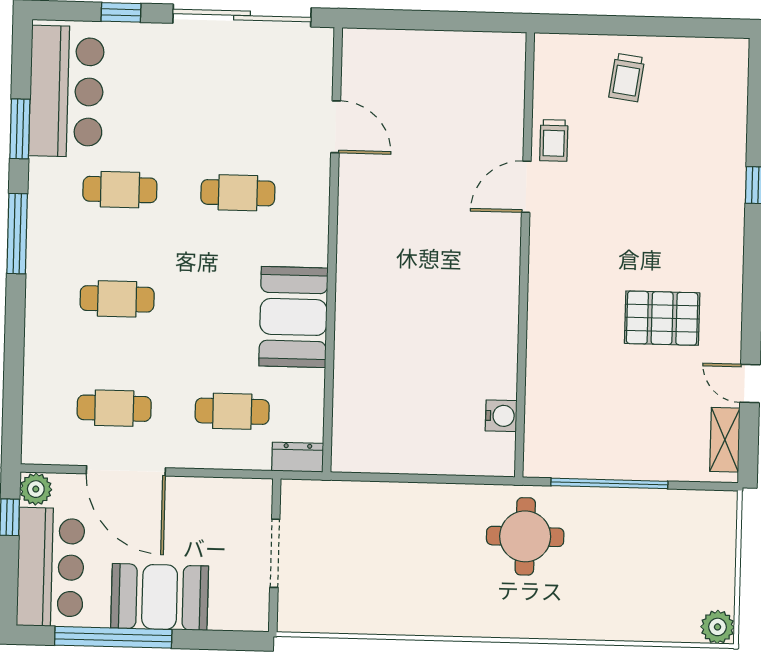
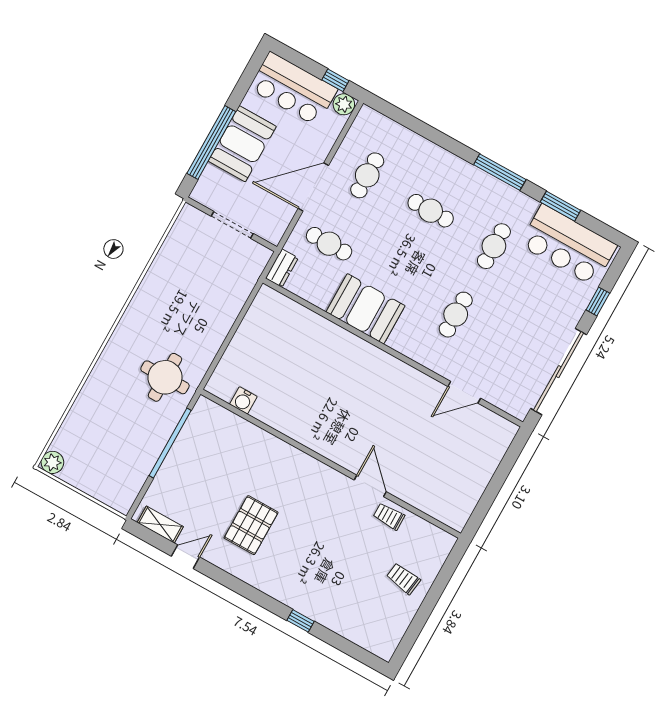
cafe table: (117, 299) -> (431, 211), turned 90
cafe table: (232, 411) -> (329, 244), turned 90
door: (126, 471) -> (313, 187), moved
window: (113, 637) -> (211, 143), moved

